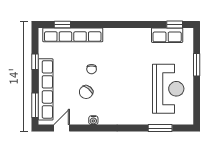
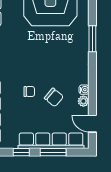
window: (35, 105) -> (53, 152), moved
plant: (83, 120) -> (83, 101), added
window: (160, 128) -> (92, 39), moved

